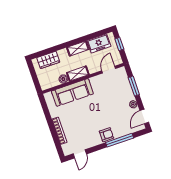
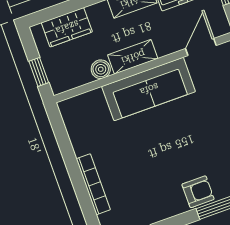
window: (35, 80) -> (39, 72), added
sofa: (72, 92) -> (149, 89), moved

